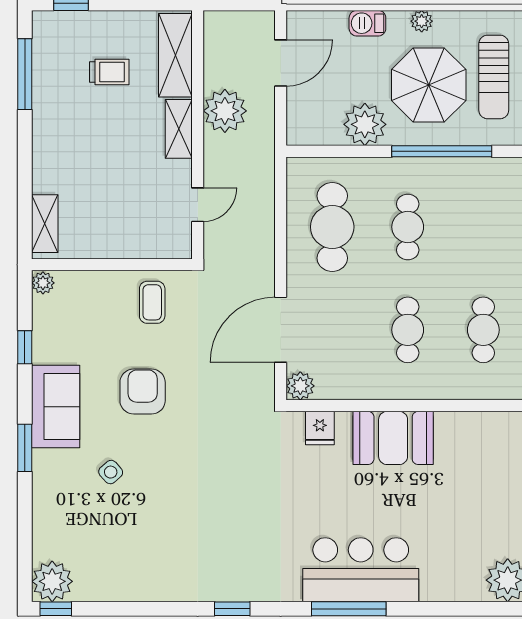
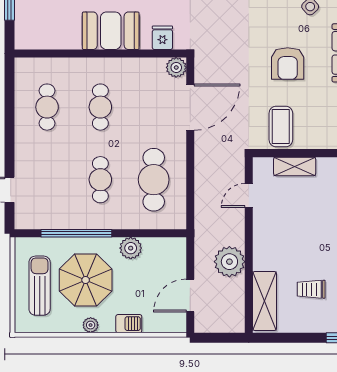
plant: (365, 124) -> (131, 248), width x0.73, depth x0.73
shelving: (179, 129) -> (295, 166), moved, turned 90
coffee table: (152, 302) -> (281, 127), width x1.36, depth x1.30

